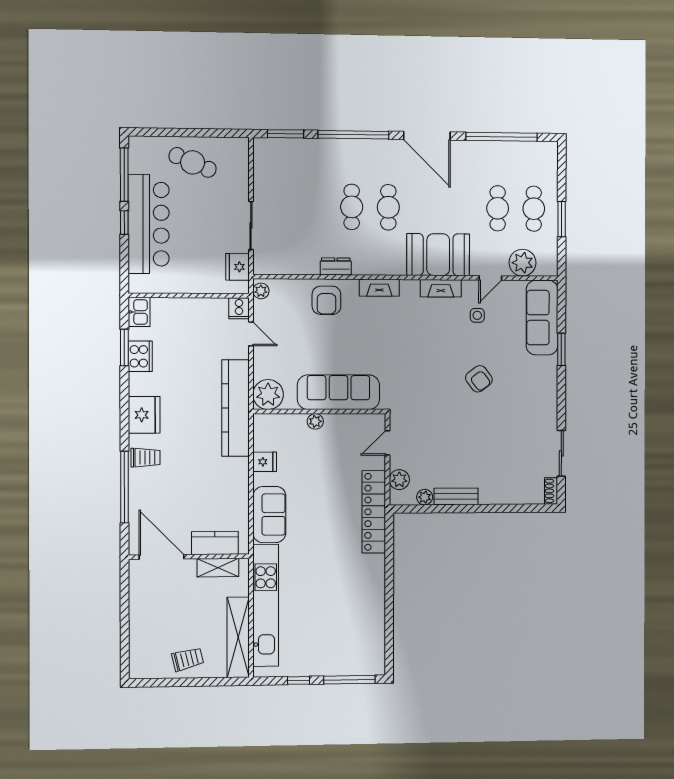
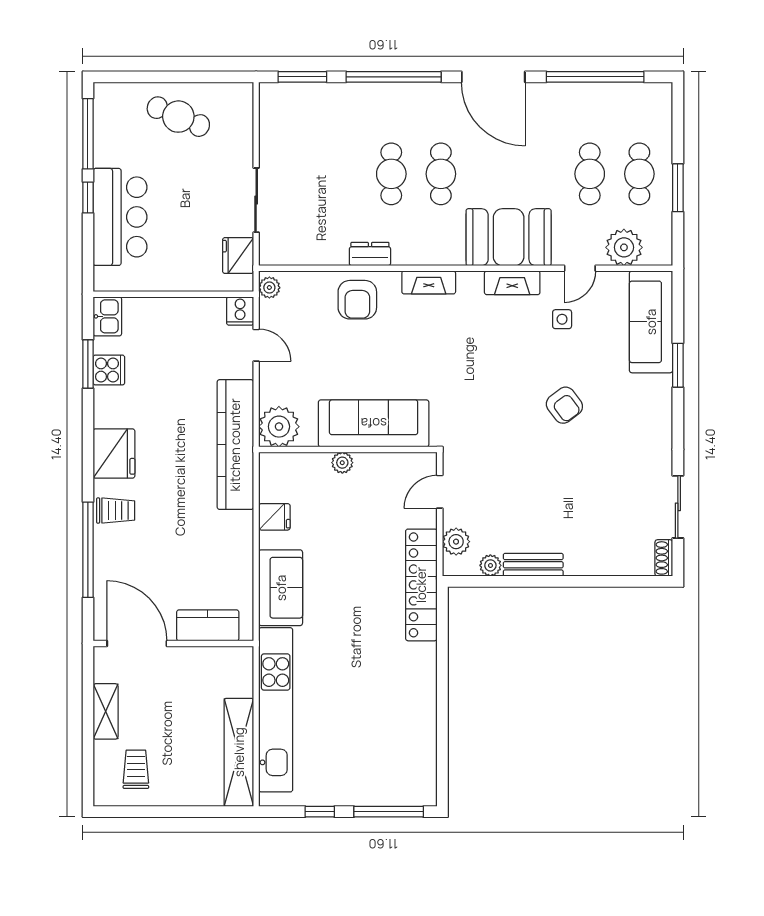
bar counter: (149, 224) -> (120, 217), width x0.73
cooker: (140, 356) -> (109, 370), width x0.73
shelving: (218, 568) -> (106, 711), moved, turned 90
trolley: (188, 659) -> (136, 769), moved, turned -76

